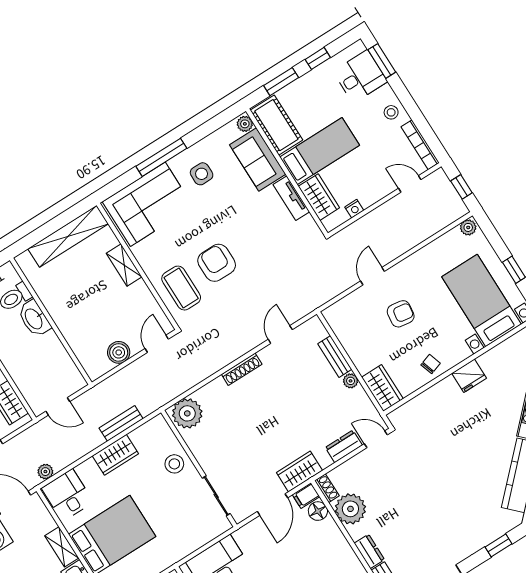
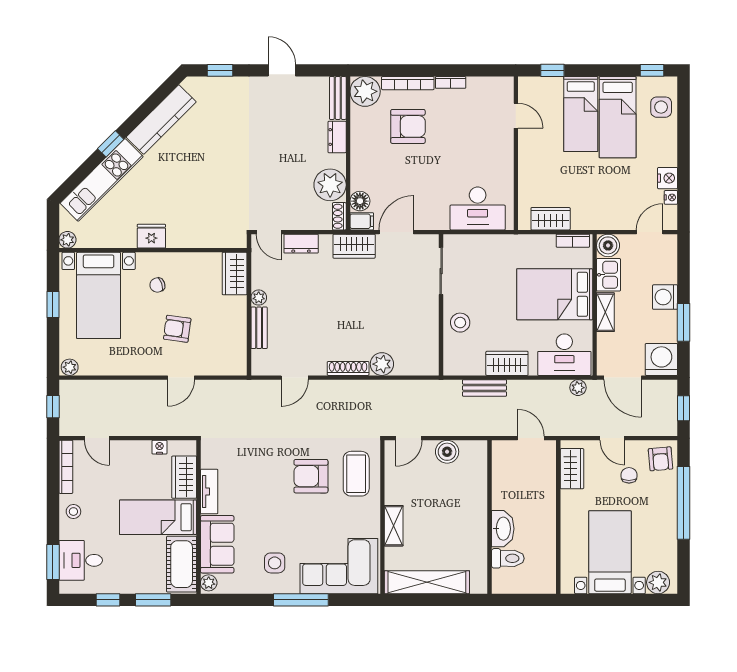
armchair: (217, 263) -> (311, 476), turned 90
chair: (431, 364) -> (157, 285), moved
plant: (187, 413) -> (382, 364), moved, width x0.73, depth x0.73
desk: (67, 495) -> (564, 355), width x1.37

